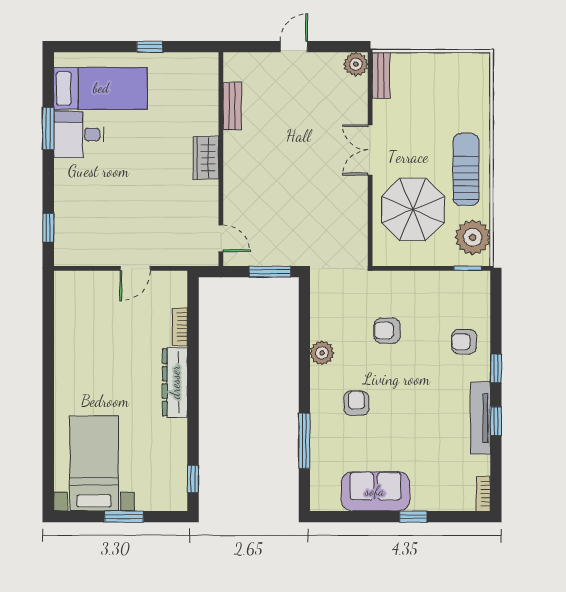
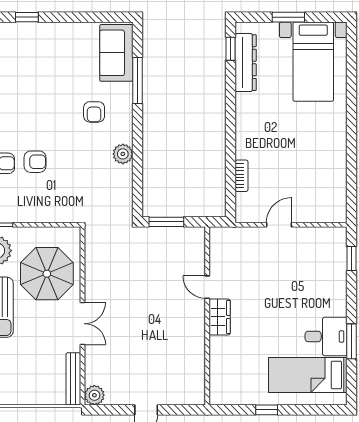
bench: (381, 75) -> (73, 379), width x1.36
bench: (232, 106) -> (198, 360), removed
door: (221, 238) -> (207, 287), moved
armchair: (387, 331) -> (35, 162), moved
dresser: (175, 382) -> (246, 63), moved
sofa: (375, 491) -> (116, 53), moved, turned 90
window: (413, 517) -> (27, 17), moved

